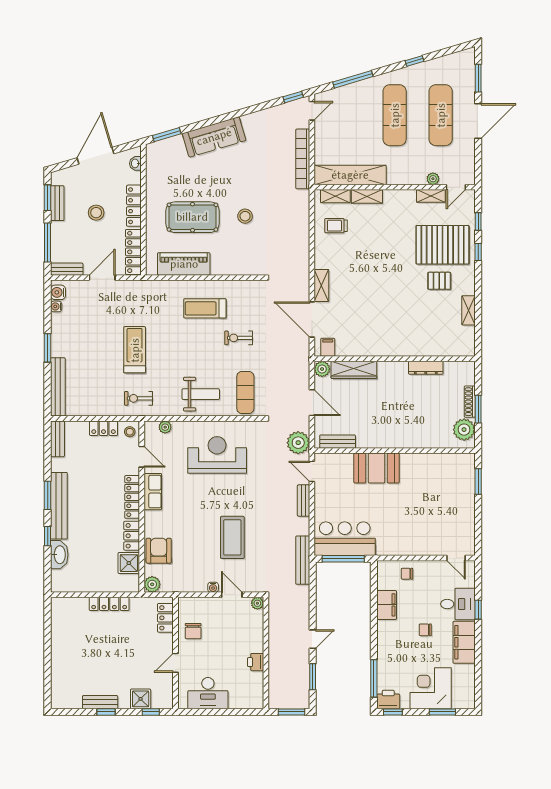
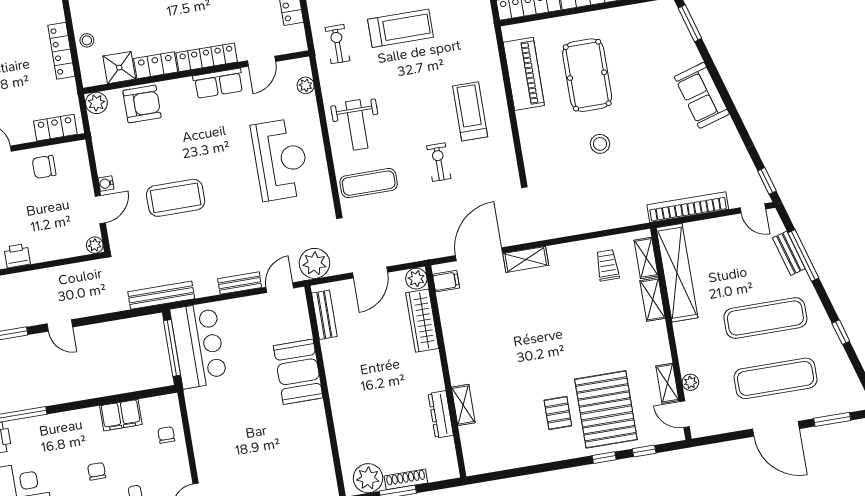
bench: (350, 90) -> (789, 253), added
sofa: (214, 137) -> (702, 95), width x0.73
shelving: (468, 310) -> (463, 405), moved, turned 90
stool: (130, 432) -> (87, 40), moved

